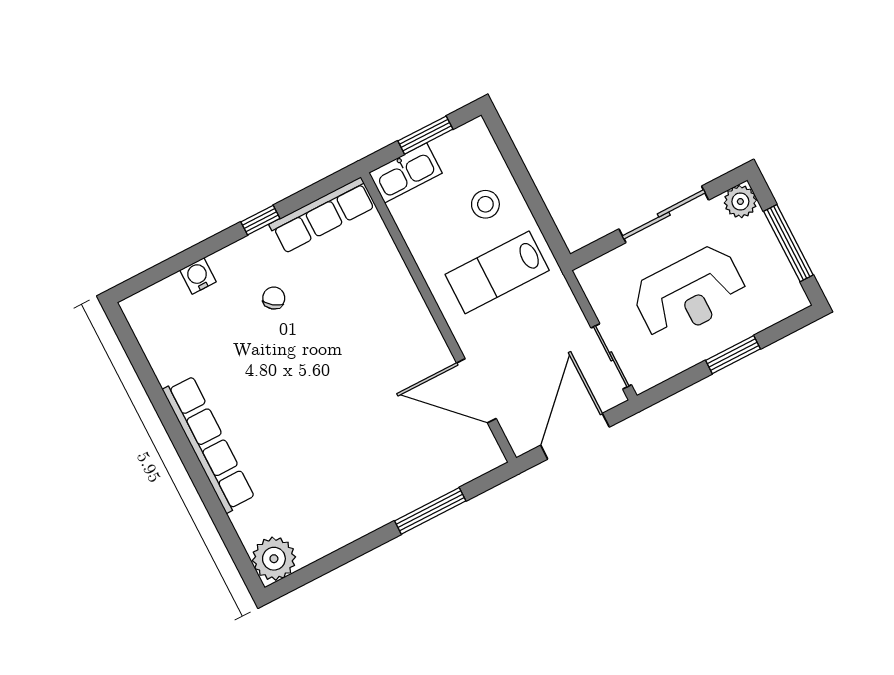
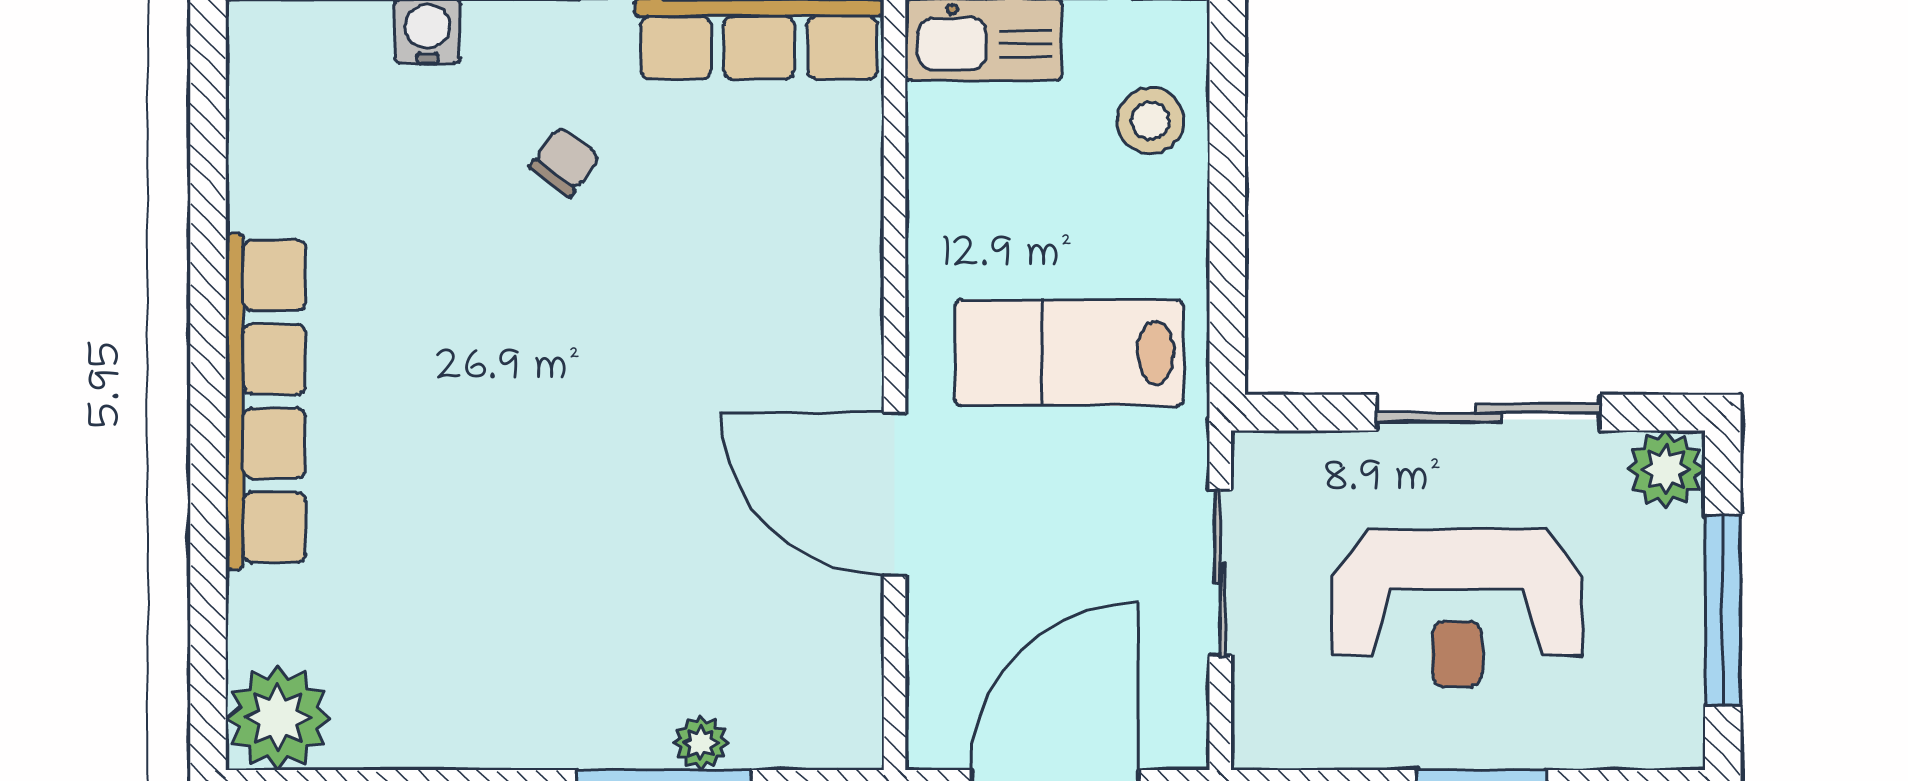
stool: (485, 204) -> (1150, 121), moved
sliding door: (611, 356) -> (1220, 573), moved
door: (476, 391) -> (895, 494), moved
plant: (435, 487) -> (701, 743), added

